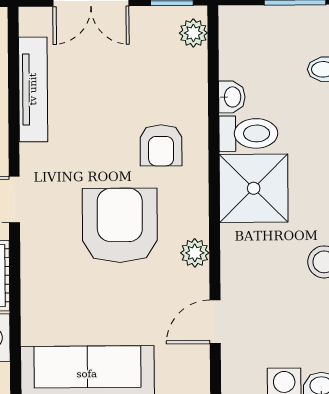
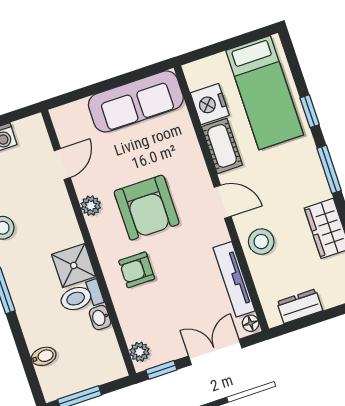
floor lamp: (30, 23) -> (251, 323), added
armchair: (161, 145) -> (137, 270), turned -90
shower: (254, 188) -> (74, 265), width x0.73, depth x0.73

